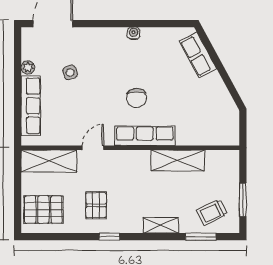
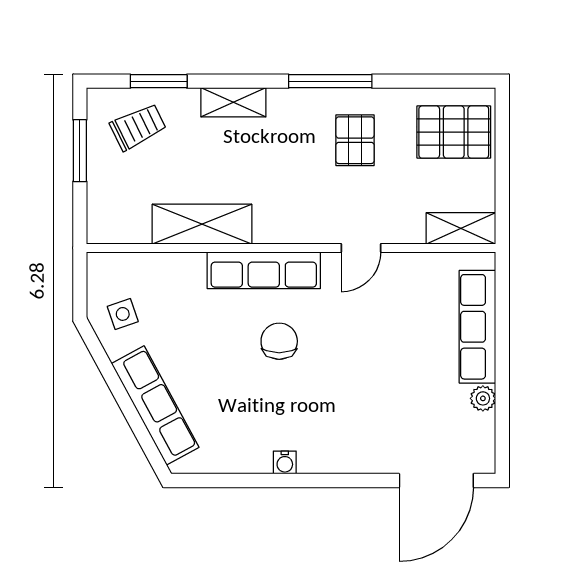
row of seats: (198, 55) -> (155, 405), width x1.48
side table: (70, 72) -> (123, 314), moved
shelving: (49, 161) -> (461, 228), width x0.67, depth x0.75
window: (109, 237) -> (330, 81), width x2.17

